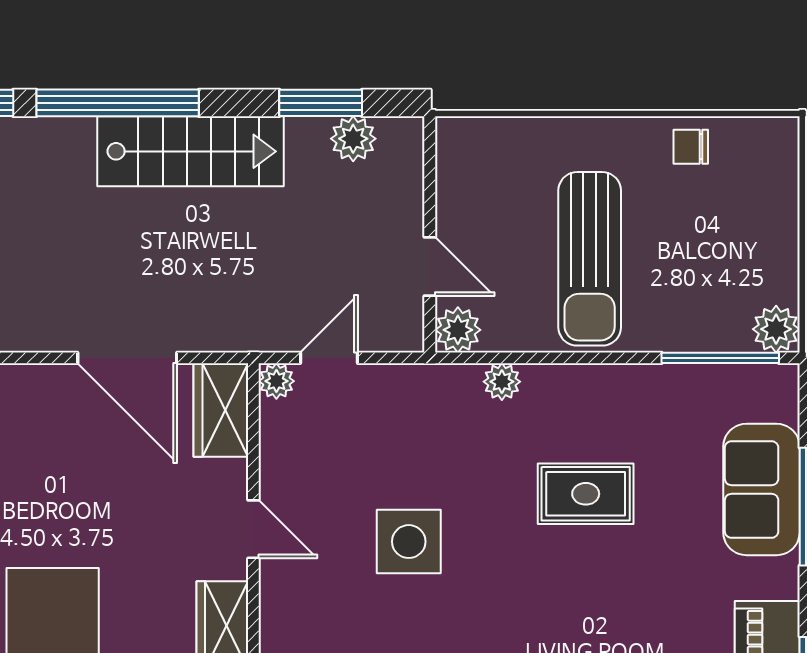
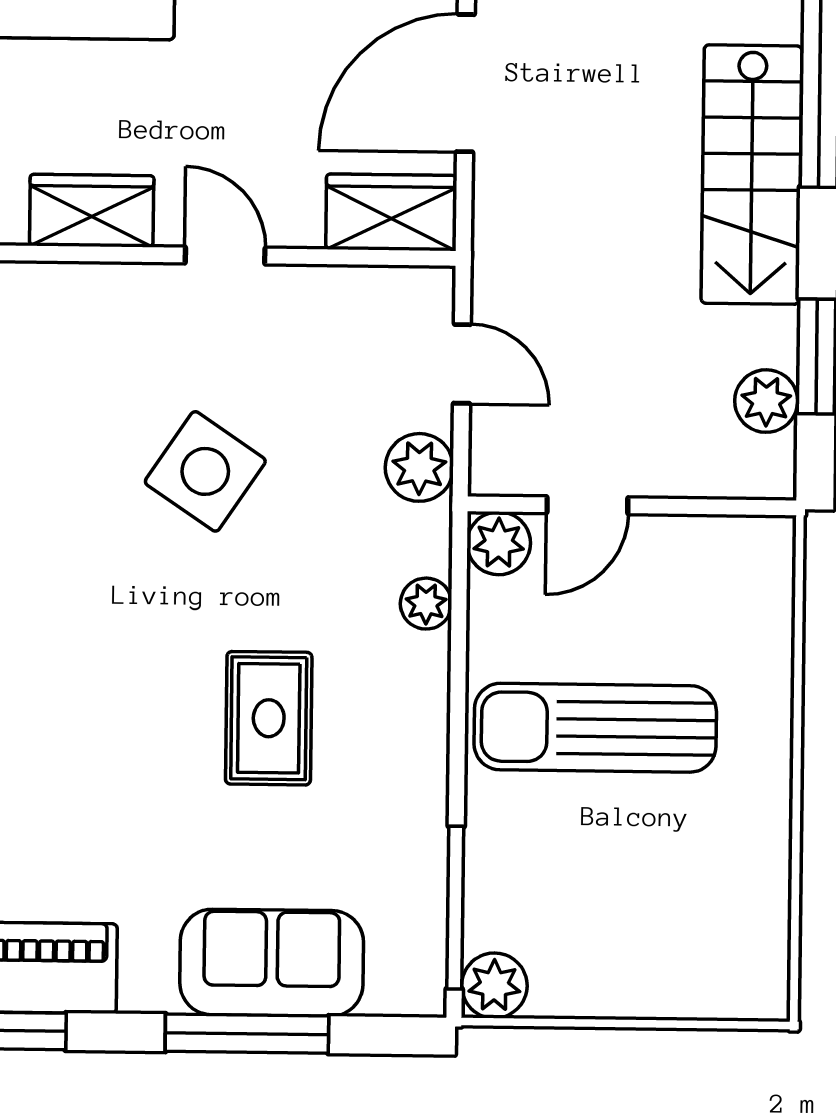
chair: (691, 147) -> (749, 870), removed
plant: (276, 381) -> (419, 467), moved, width x1.38, depth x1.38
door: (253, 529) -> (225, 256), swing flipped
side table: (409, 542) -> (205, 471), turned 34

